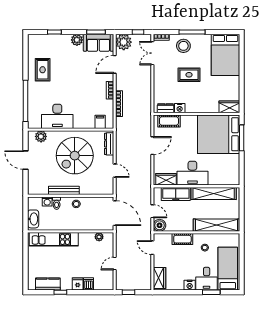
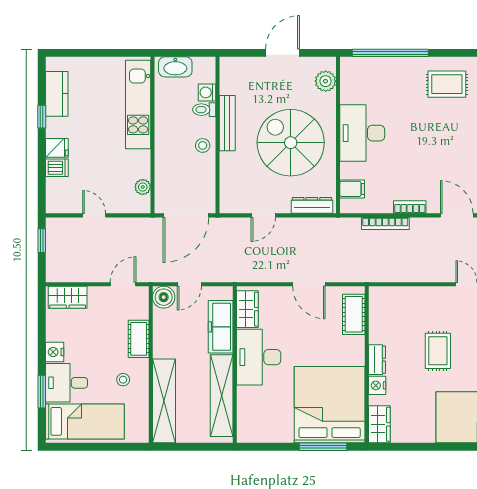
dresser: (165, 108) -> (377, 360), moved
nightstand: (180, 108) -> (377, 385), moved
desk: (57, 116) -> (362, 133), moved

